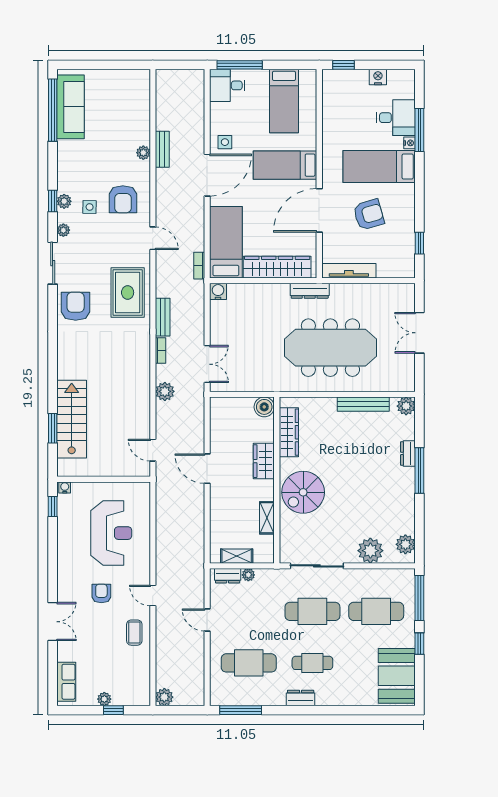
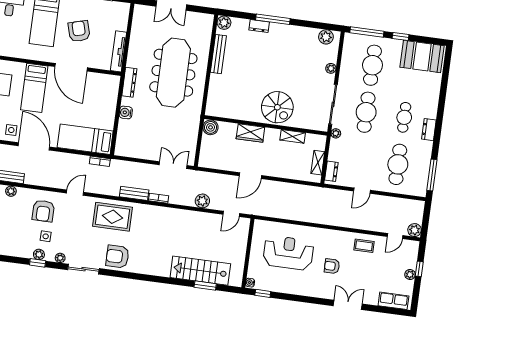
armchair: (123, 199) -> (43, 211), turned 90
wardrobe: (277, 267) -> (109, 104), removed
water cooler: (218, 291) -> (126, 112), moved
plant: (165, 391) -> (202, 201), moved
wardrobe: (289, 432) -> (232, 112), removed
plant: (370, 551) -> (331, 68), width x0.53, depth x0.53
plant: (248, 575) -> (336, 133), moved
door: (153, 595) -> (395, 236), moved

